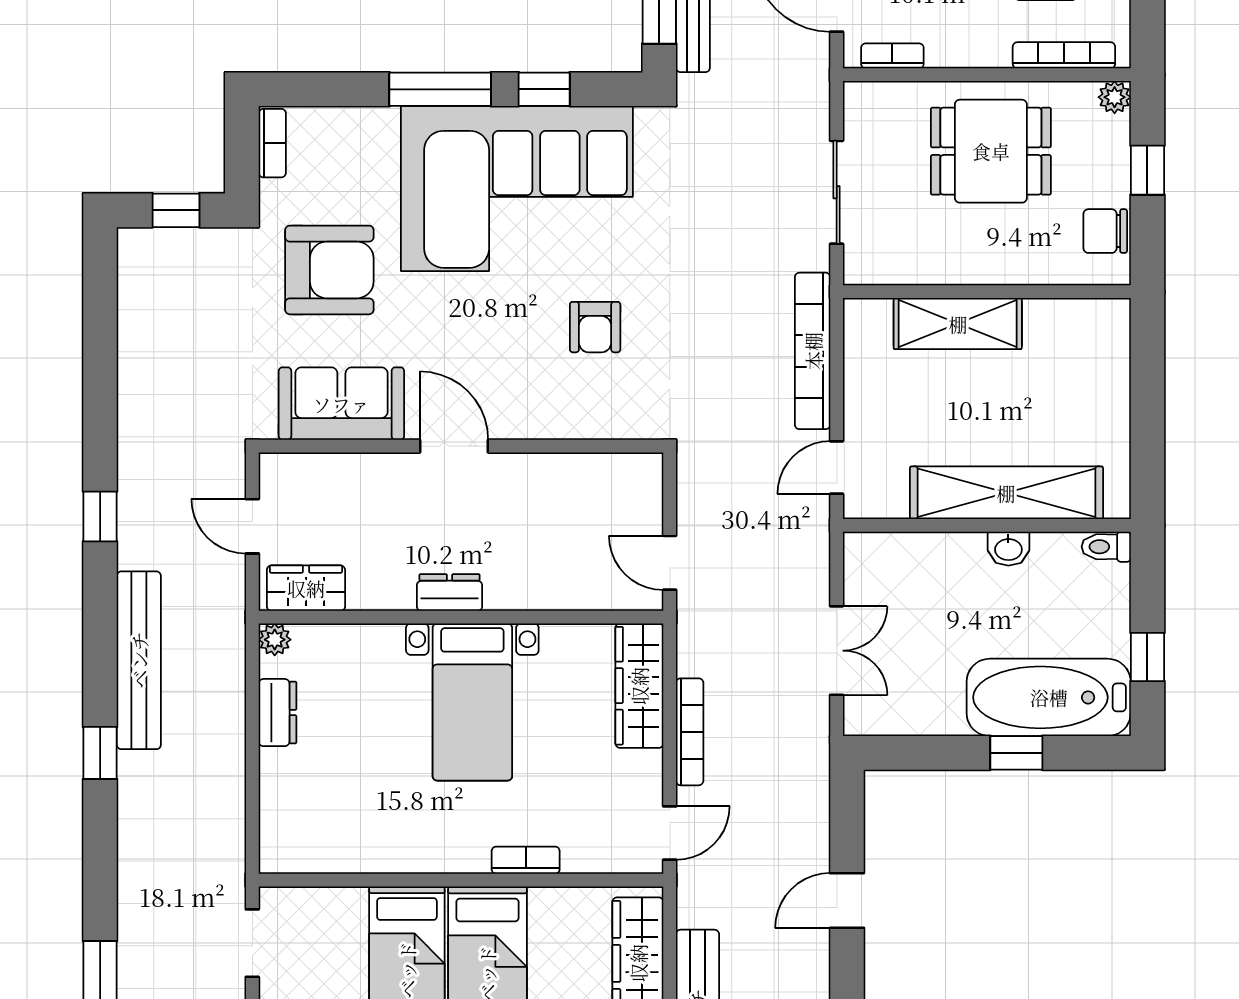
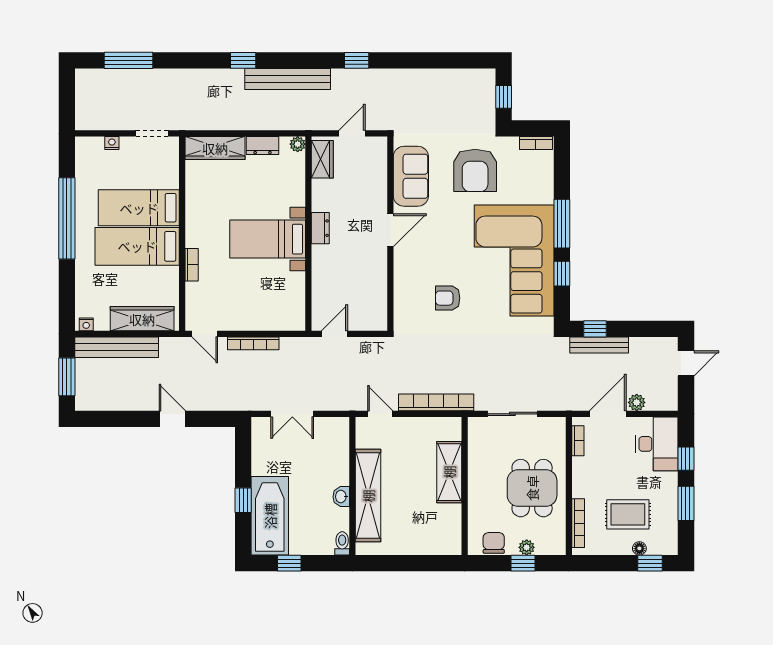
plant: (1115, 97) -> (527, 547), moved
wardrobe: (639, 686) -> (215, 148), moved, turned 180

